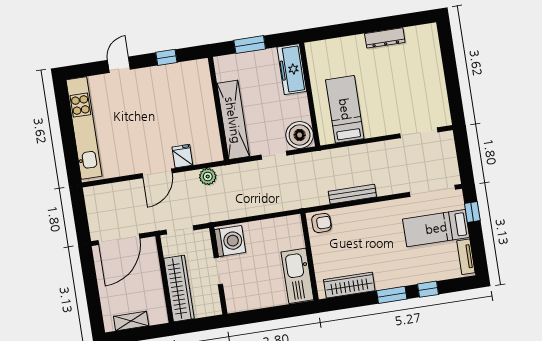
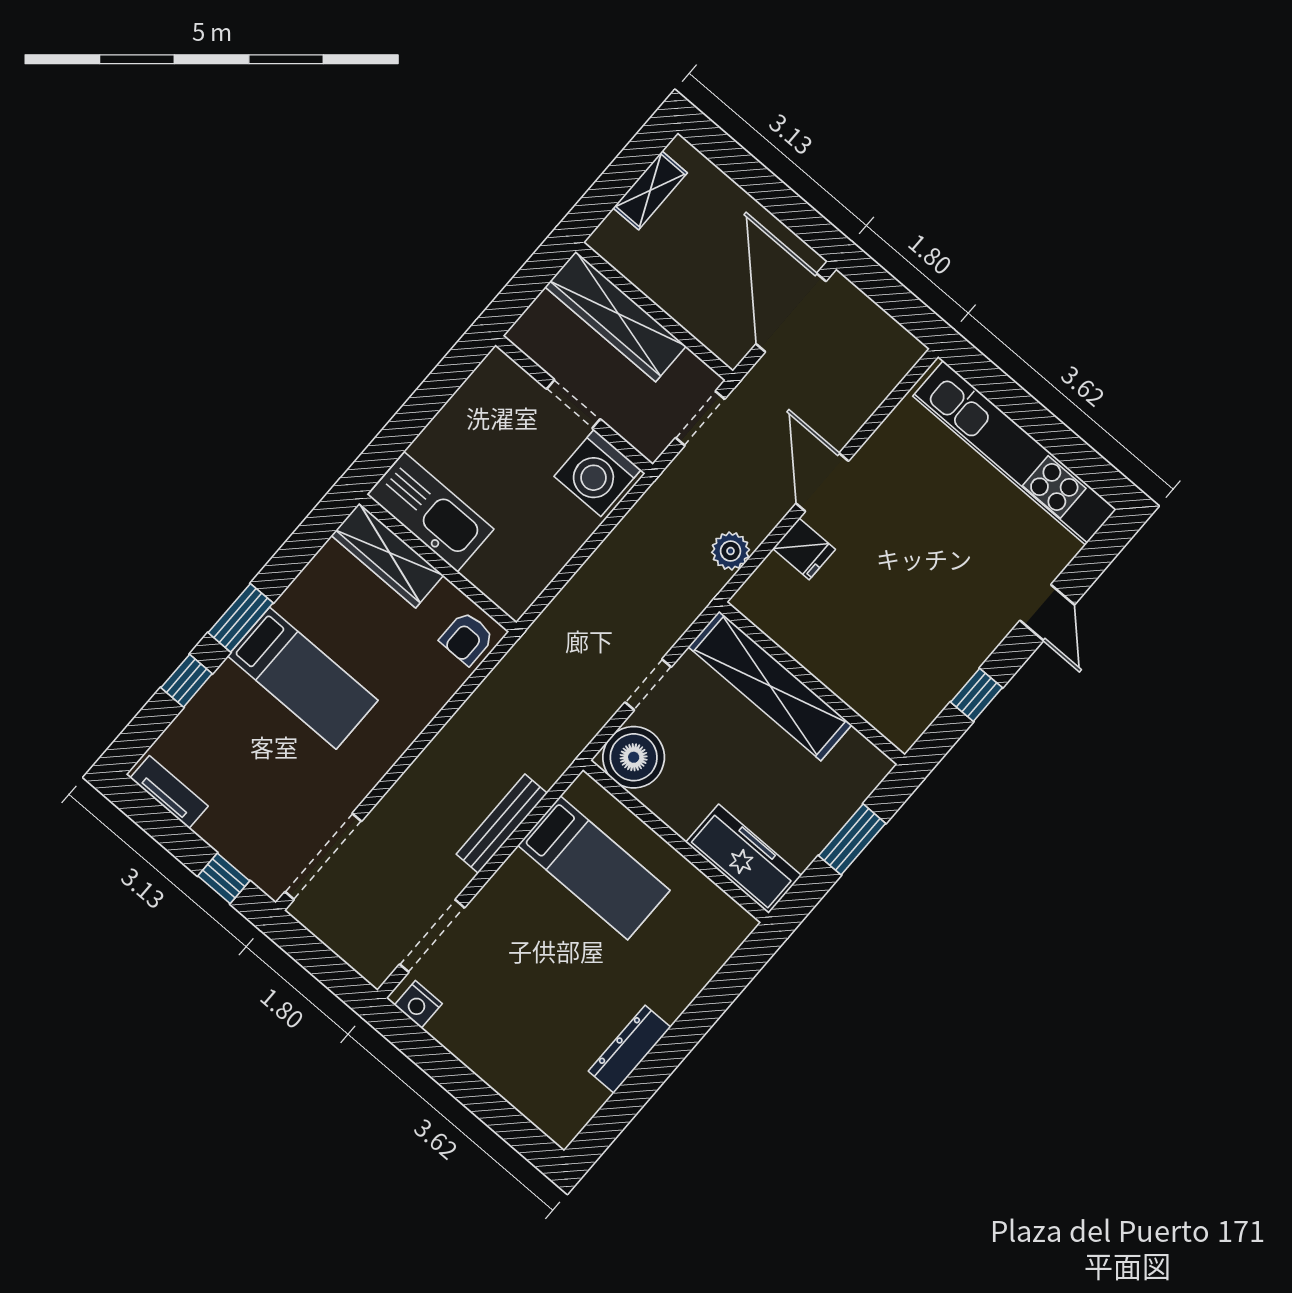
nightstand: (443, 114) -> (418, 1004), added
bench: (352, 194) -> (502, 824), moved
bed: (436, 228) -> (303, 678), moved, turned 90
wardrobe: (349, 285) -> (387, 555), moved, turned 90

